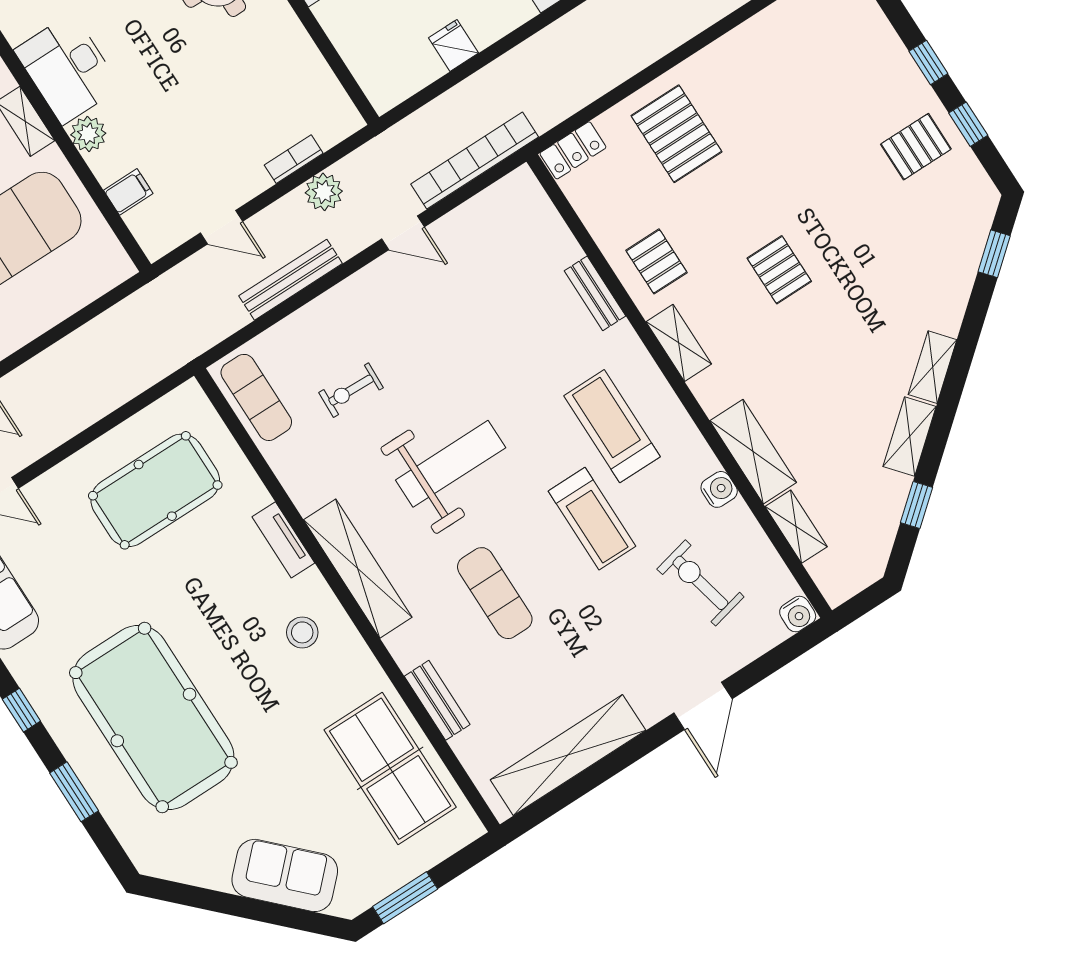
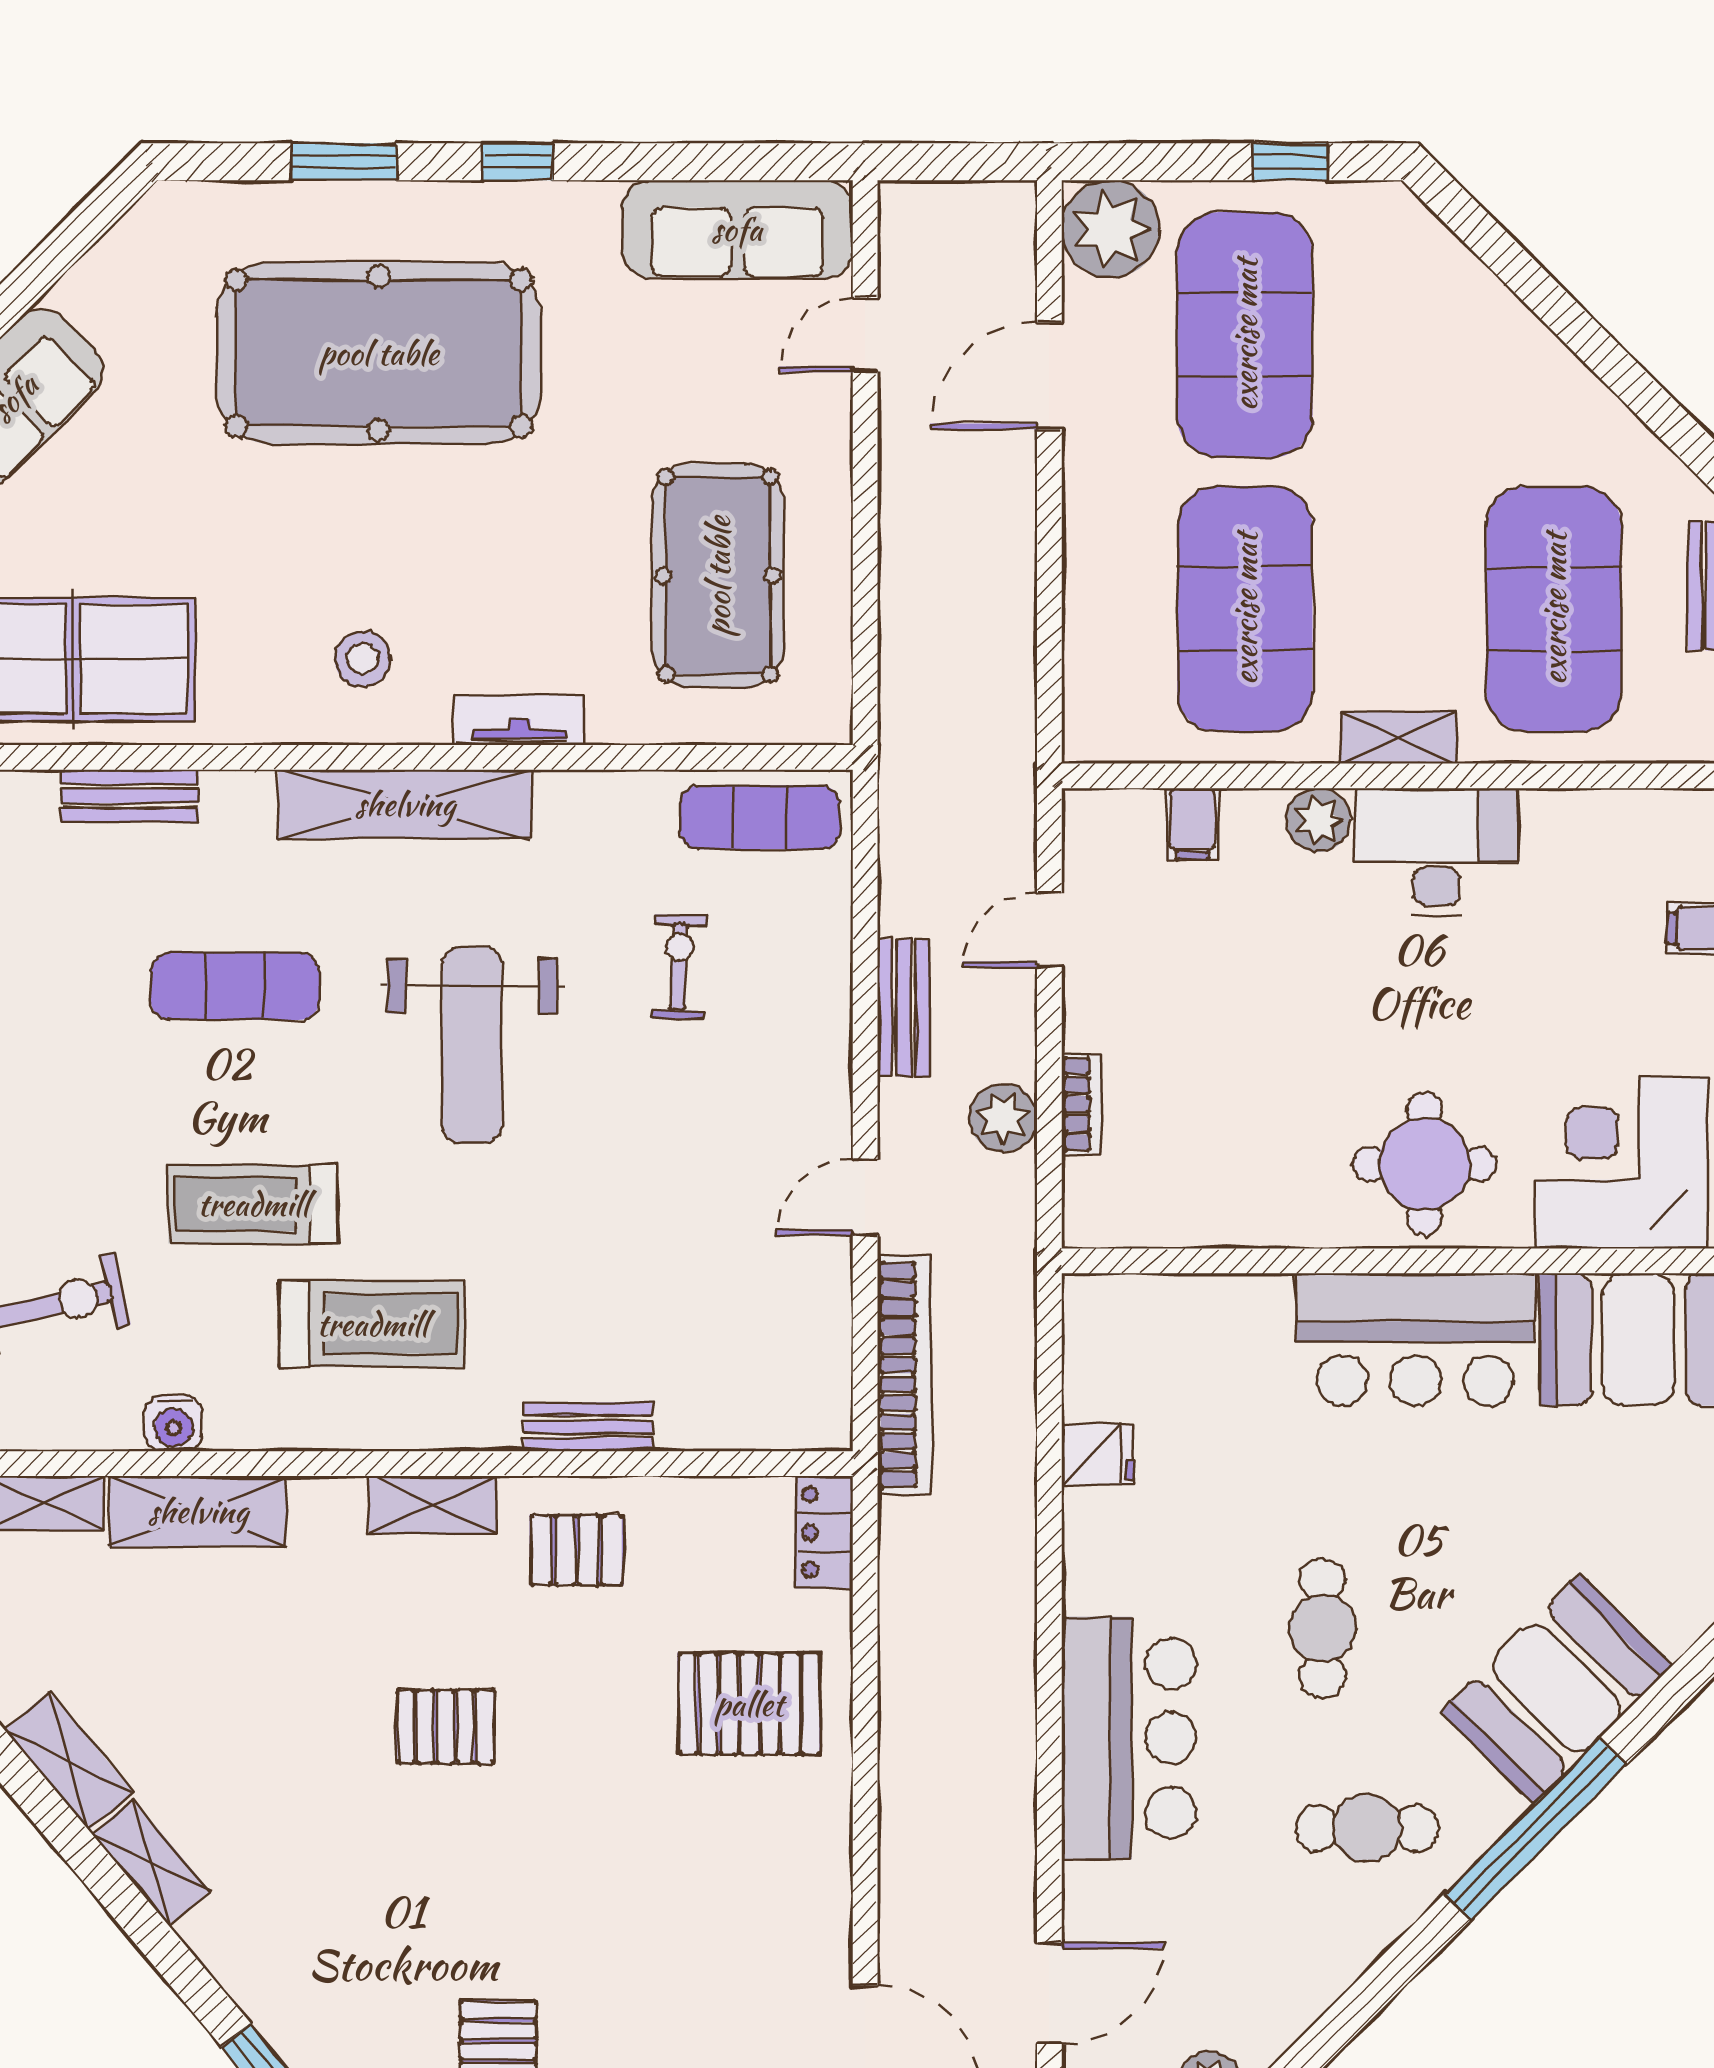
bench: (291, 280) -> (904, 1008), width x0.73

